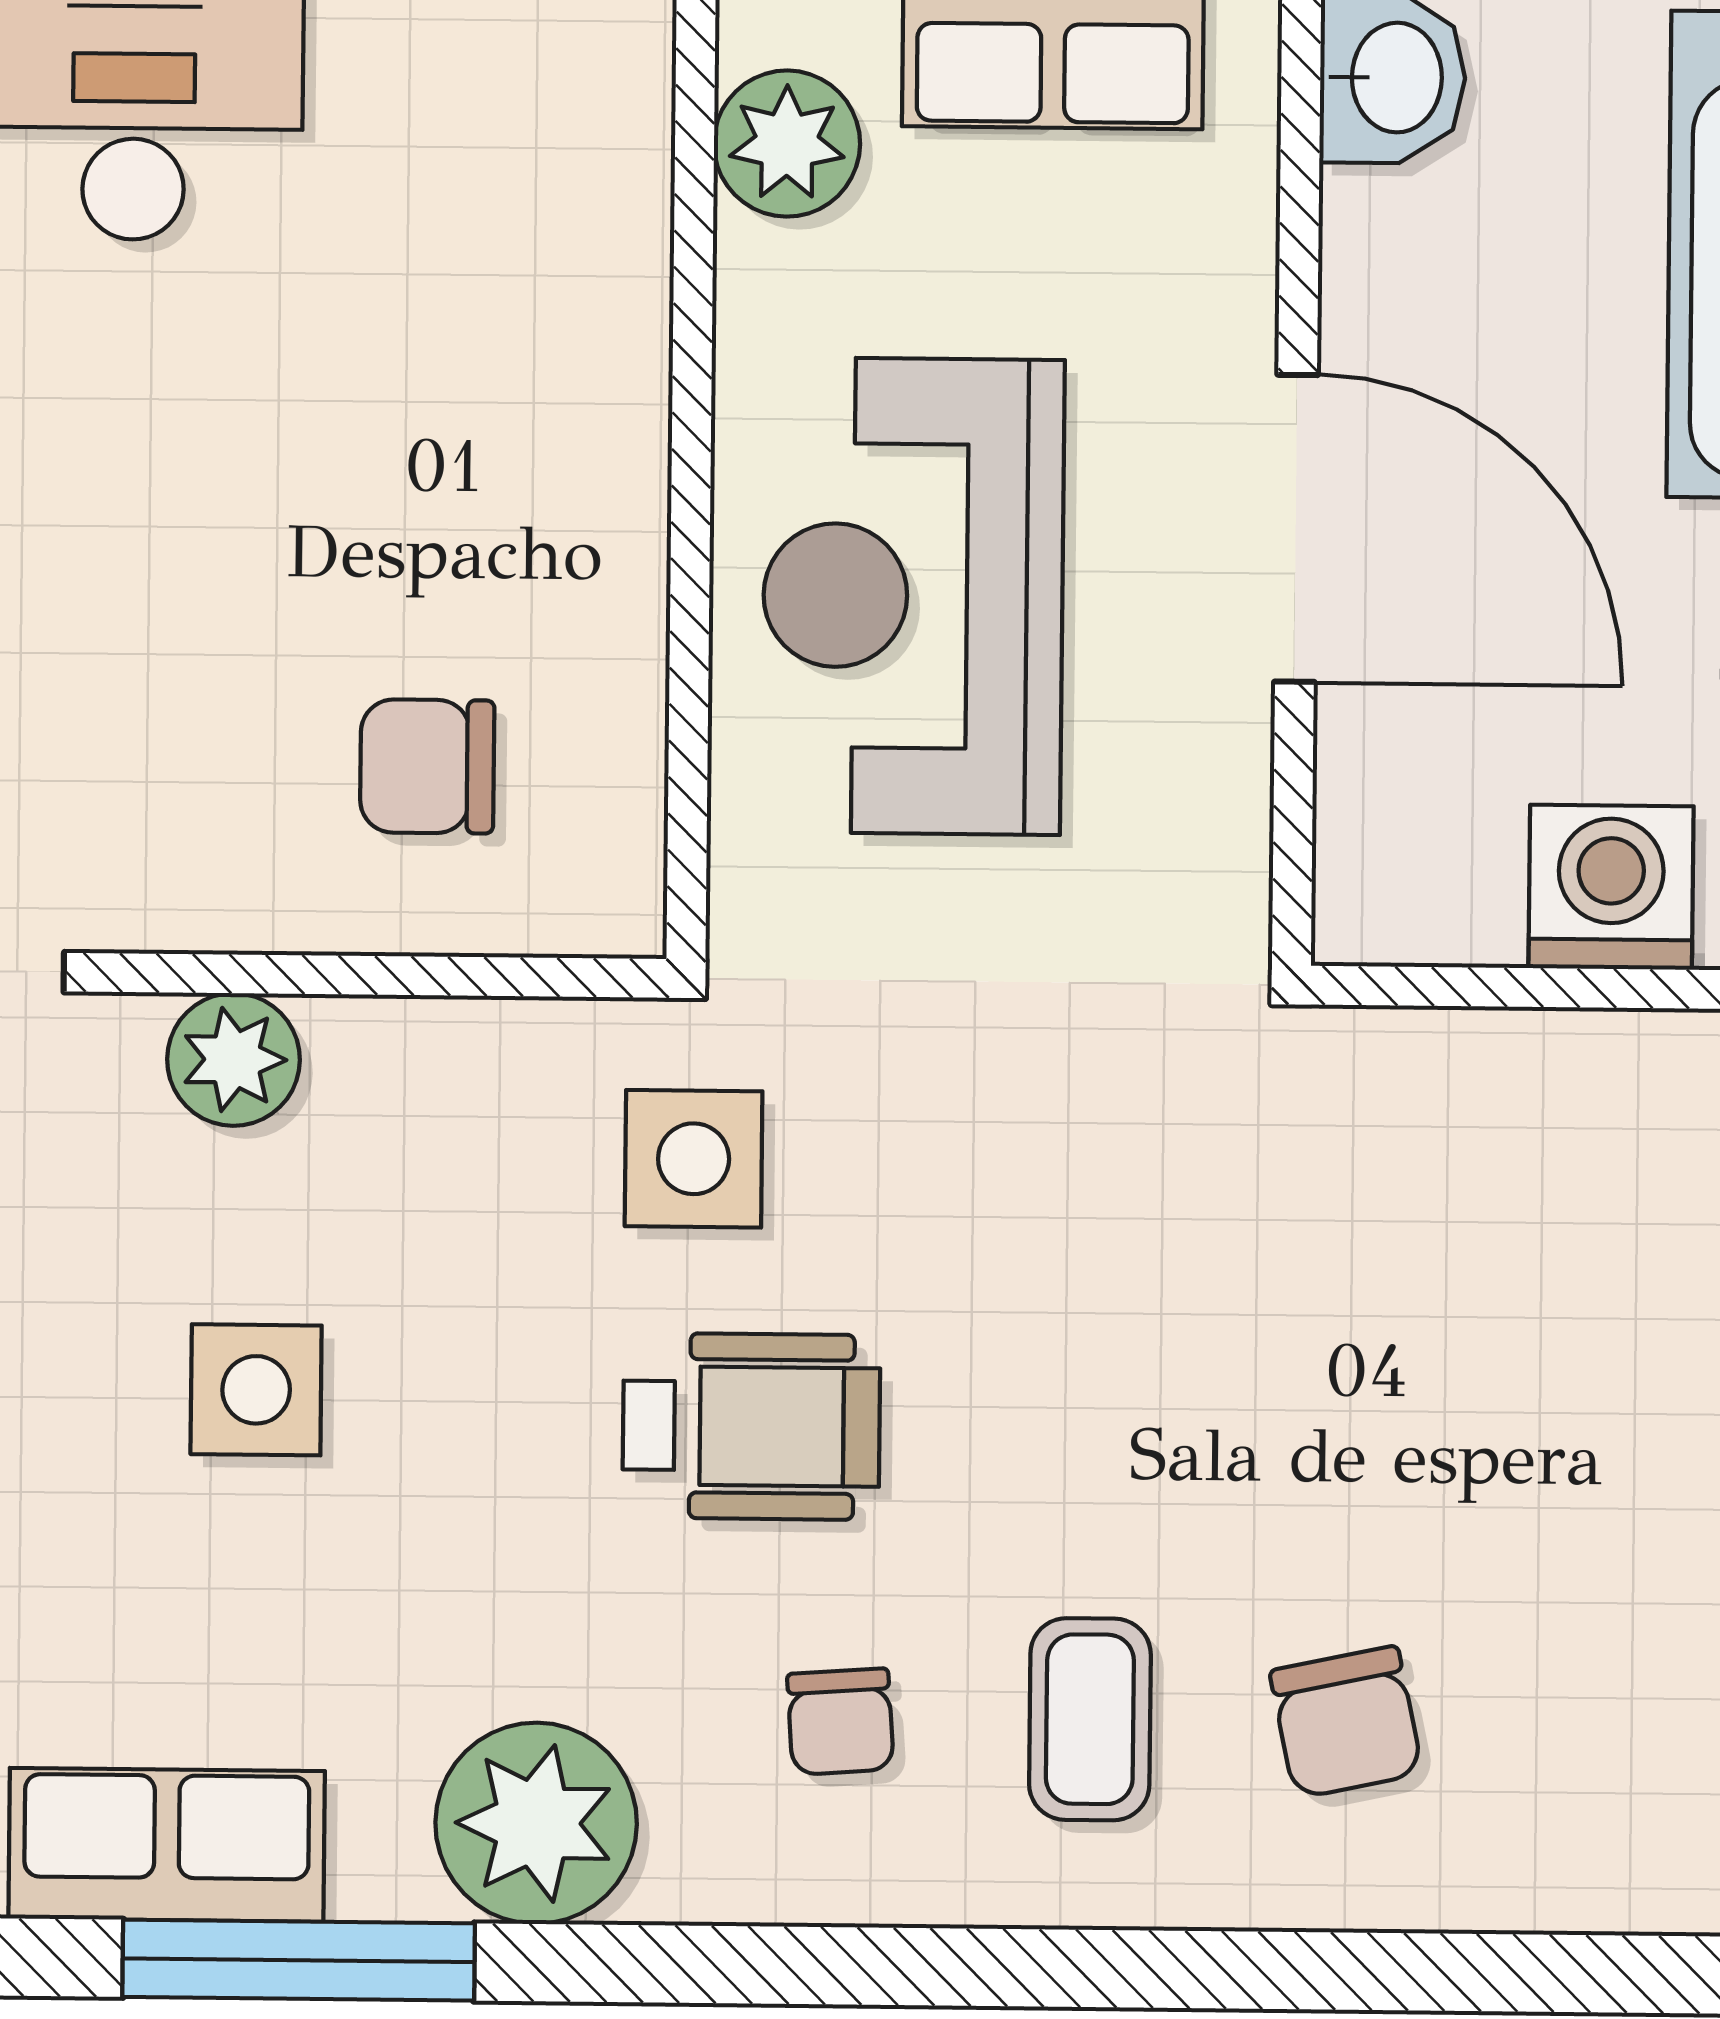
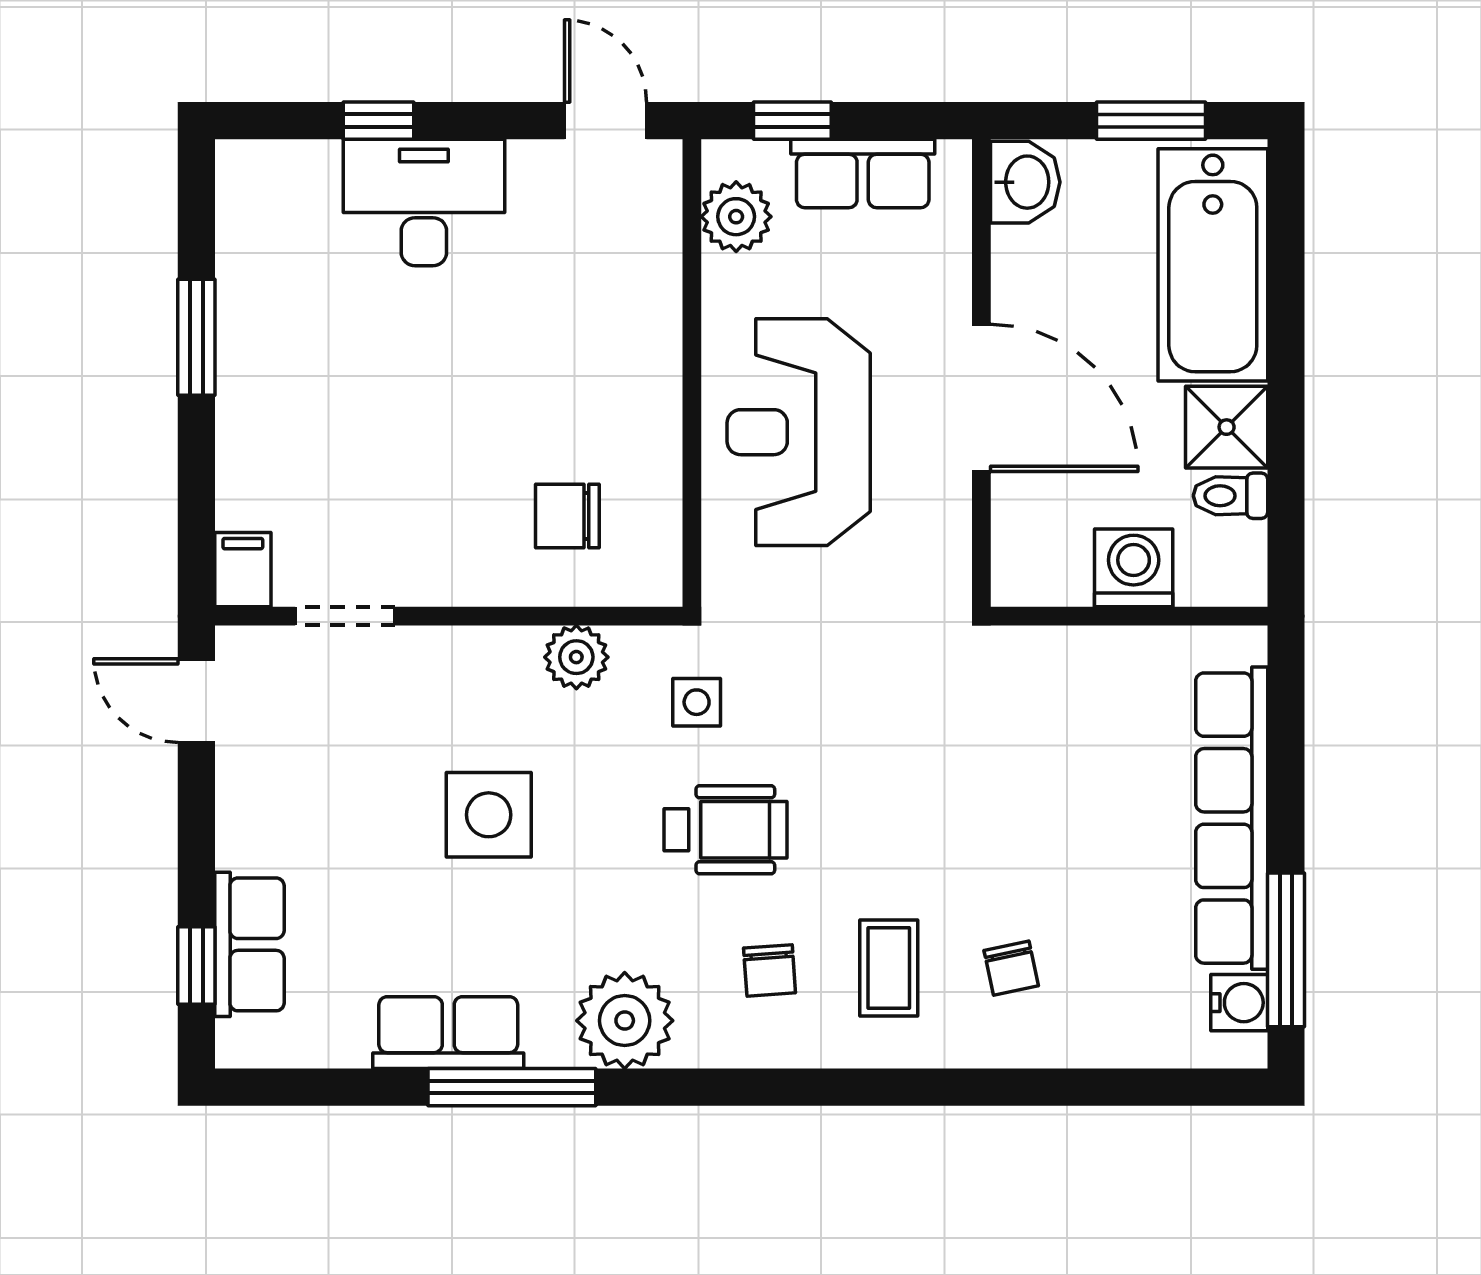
plant: (233, 1060) -> (576, 657), moved
side table: (694, 1159) -> (697, 702), width x0.73, depth x0.73
side table: (256, 1390) -> (489, 815), width x1.37, depth x1.37
chair: (1346, 1722) -> (1011, 968), width x0.73, depth x0.73

